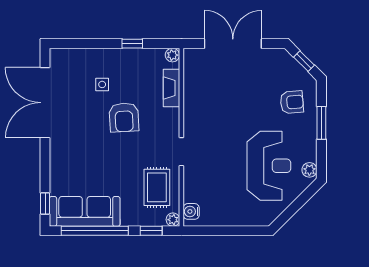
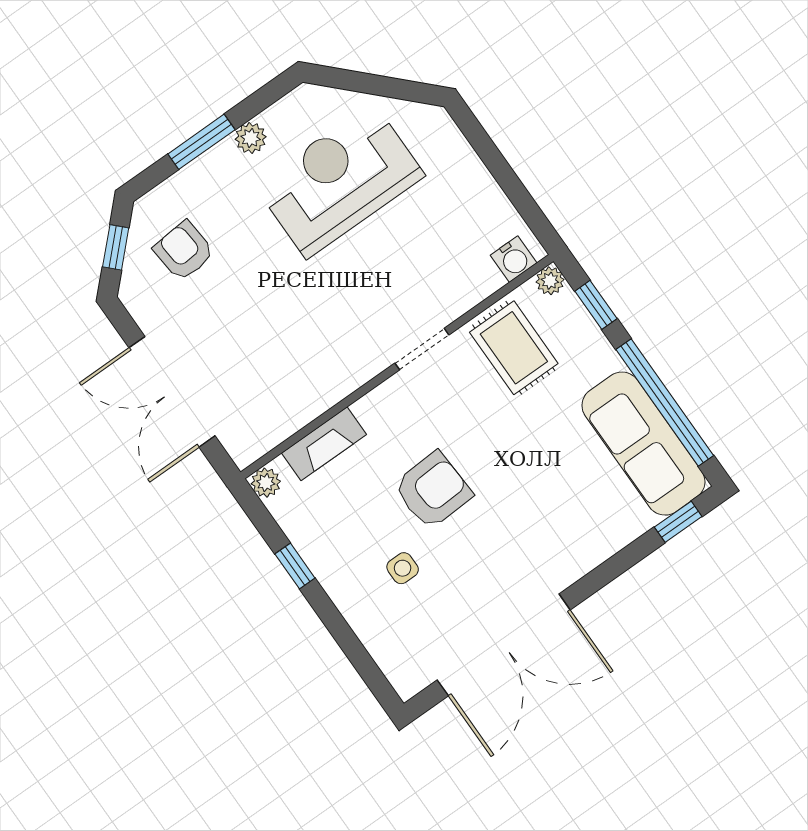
armchair: (292, 102) -> (184, 251), moved
plant: (309, 170) -> (251, 138), moved
rug: (157, 187) -> (514, 348), turned 90

